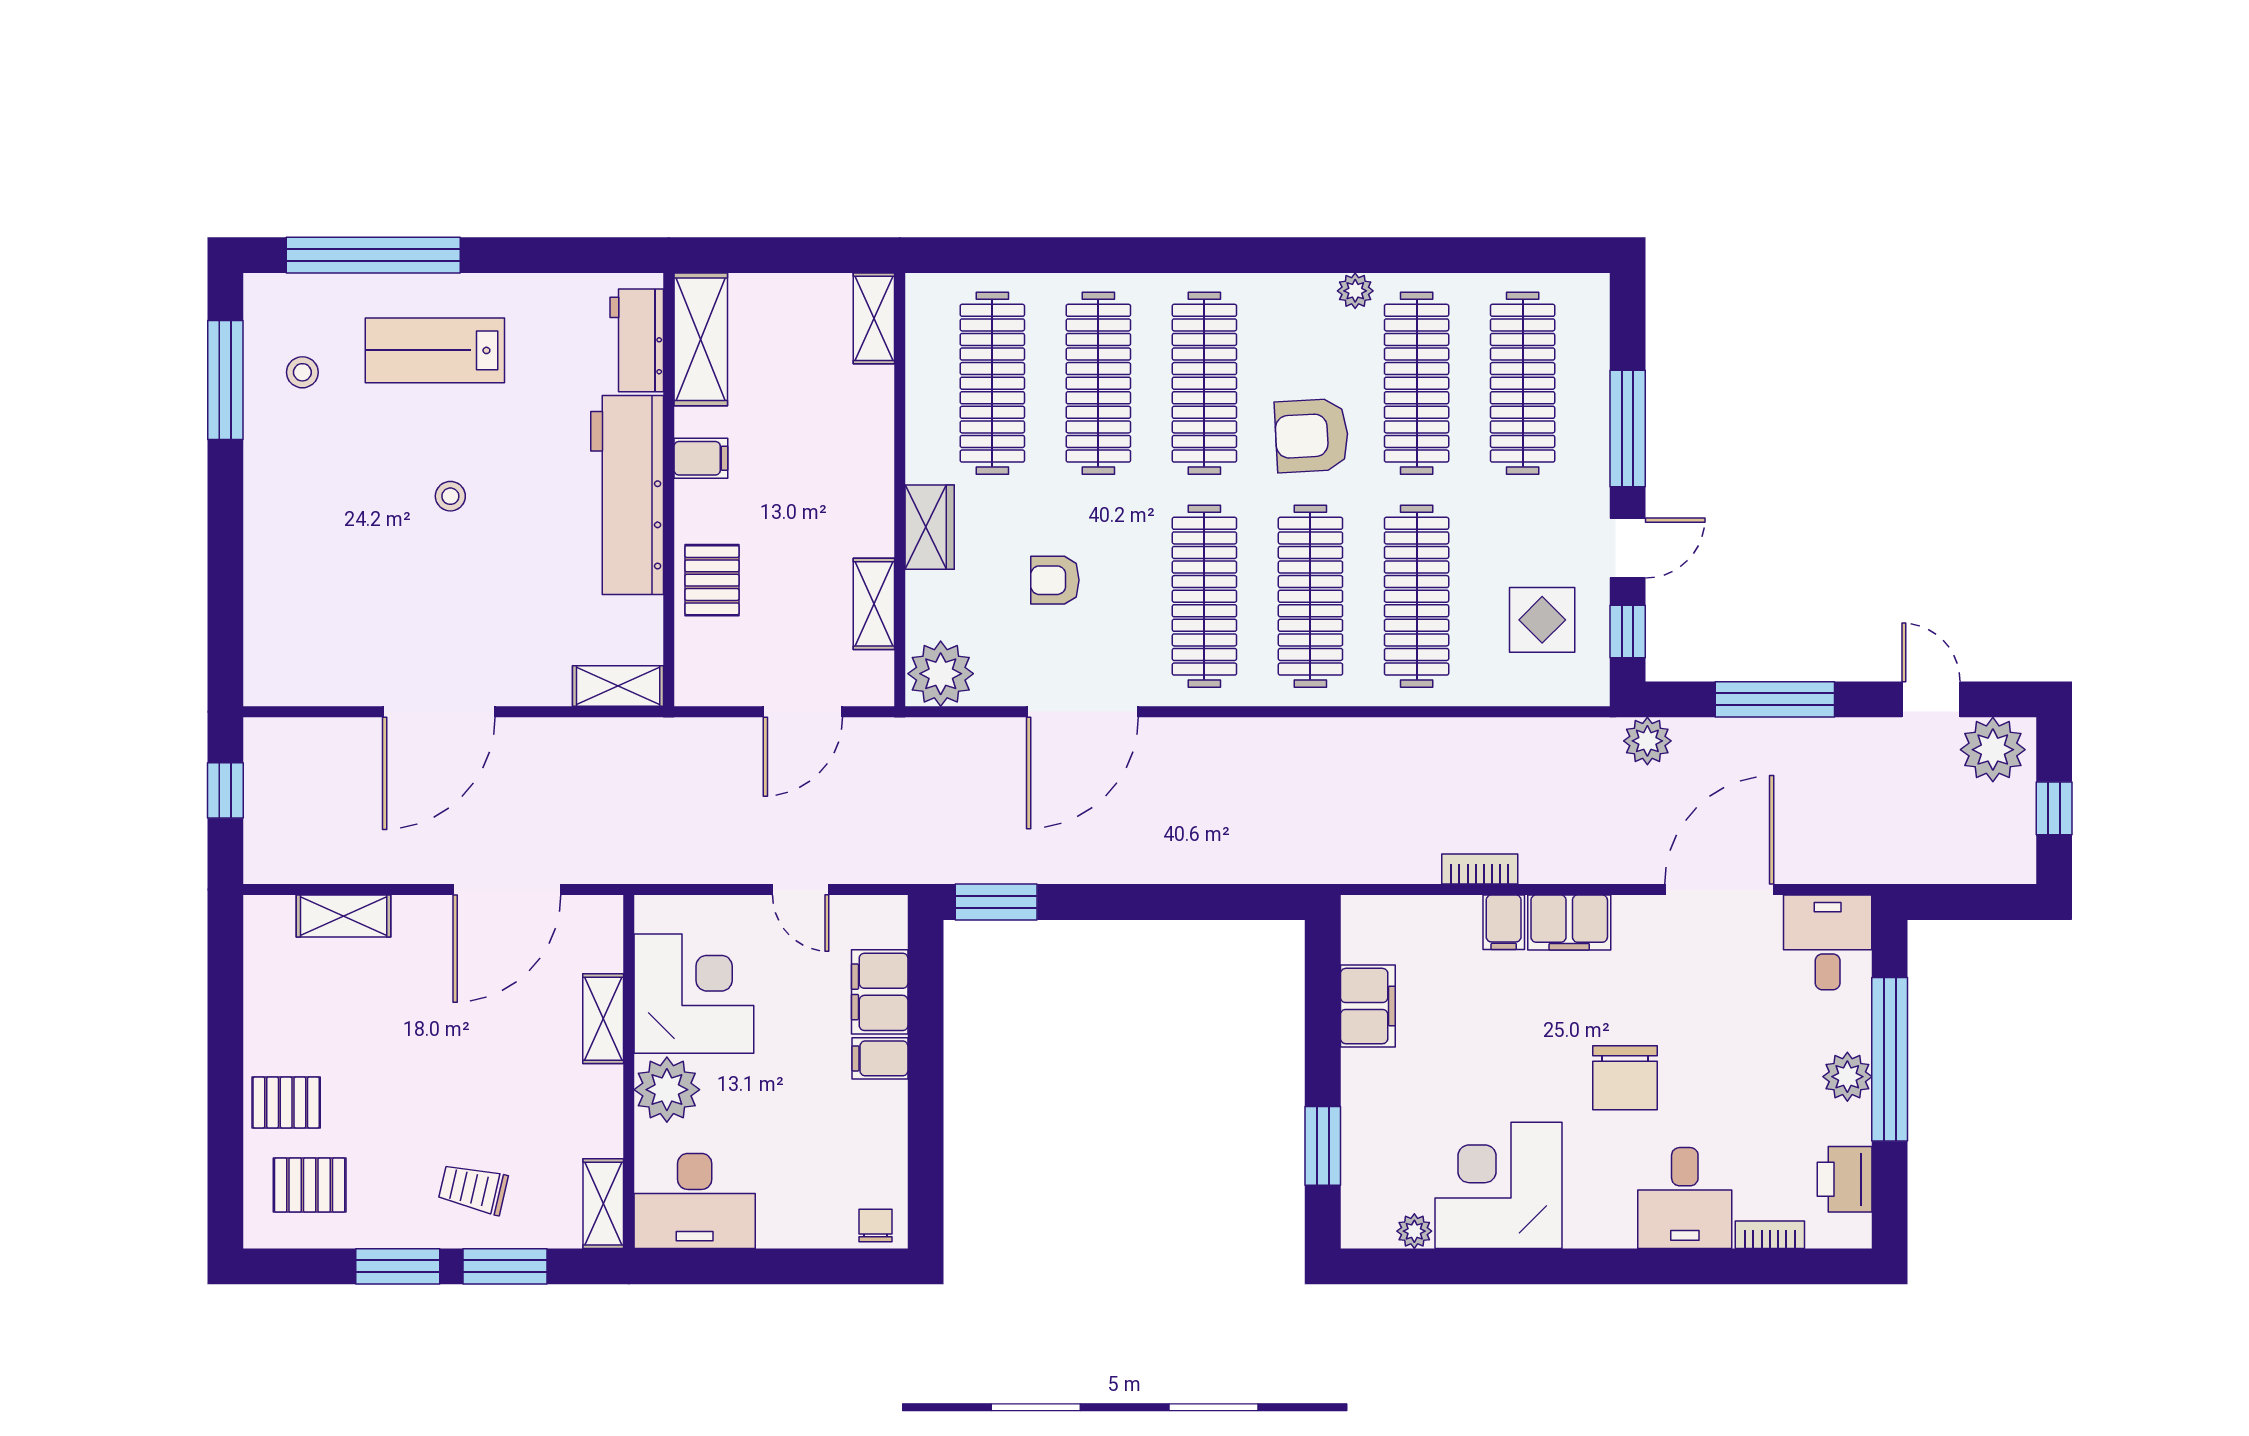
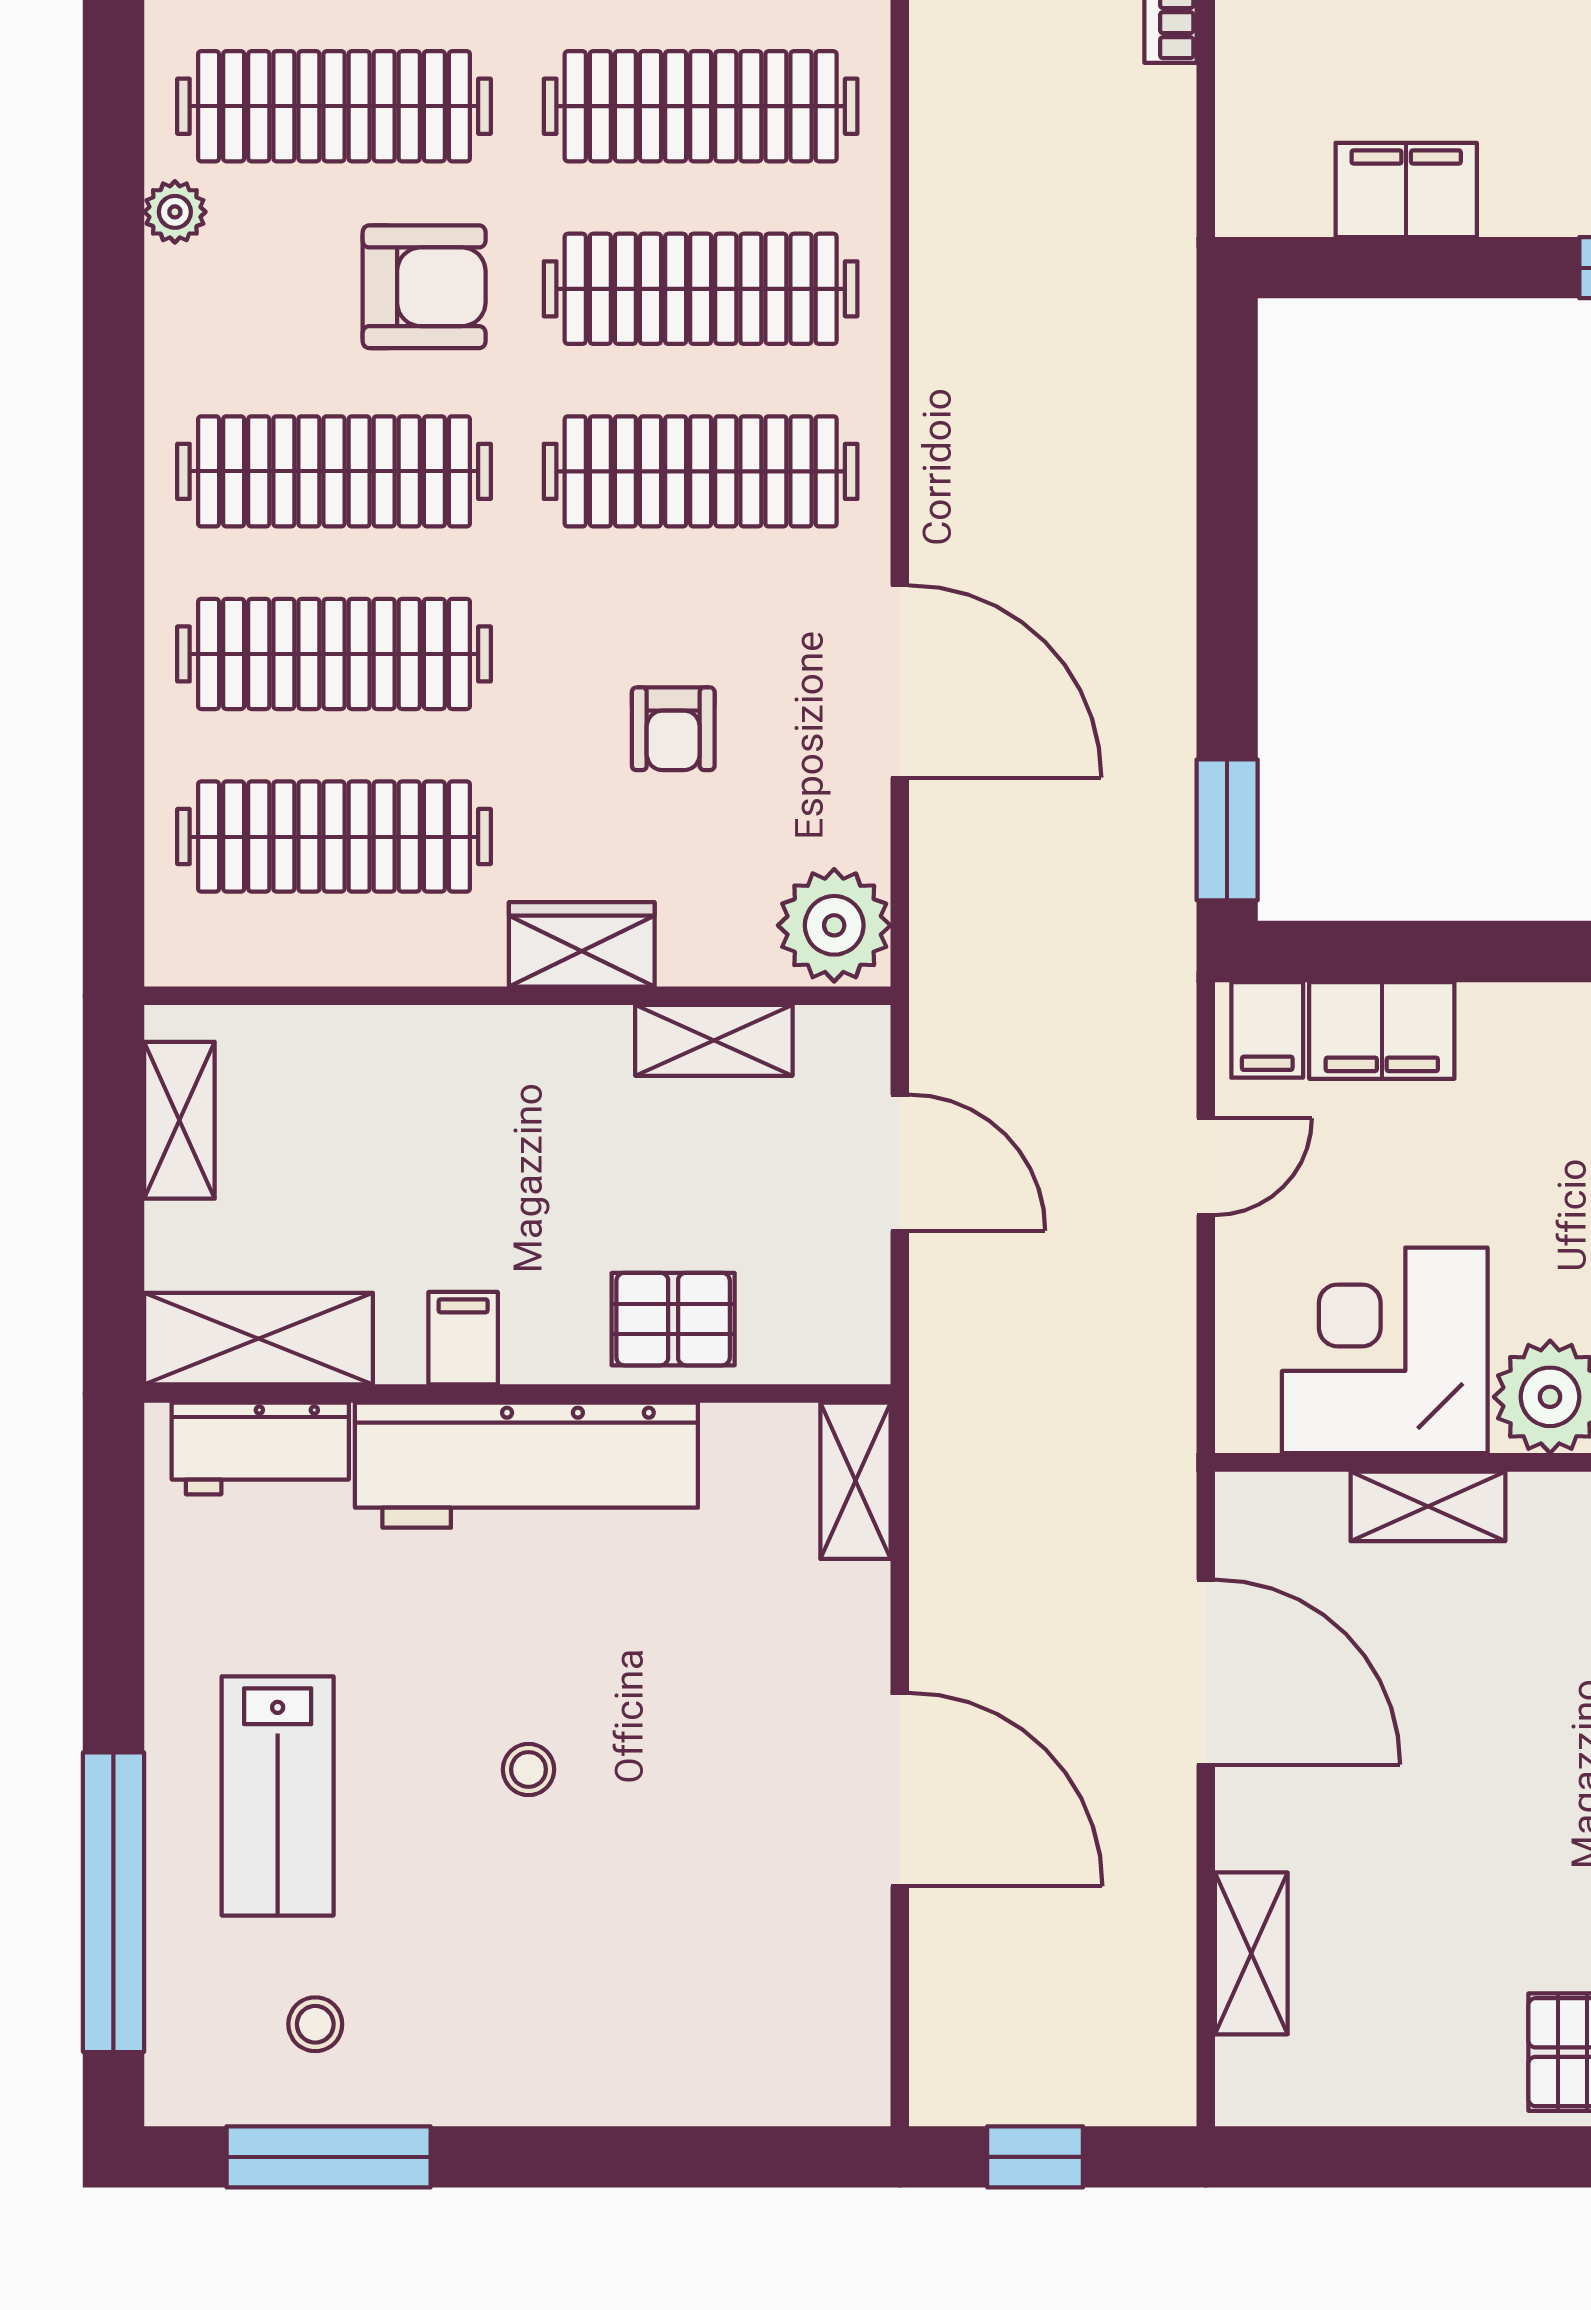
shelving: (874, 318) -> (179, 1120), moved, turned 90
armchair: (1312, 436) -> (424, 287), turned -87
filing cabinet: (880, 1058) -> (1267, 1030), moved

